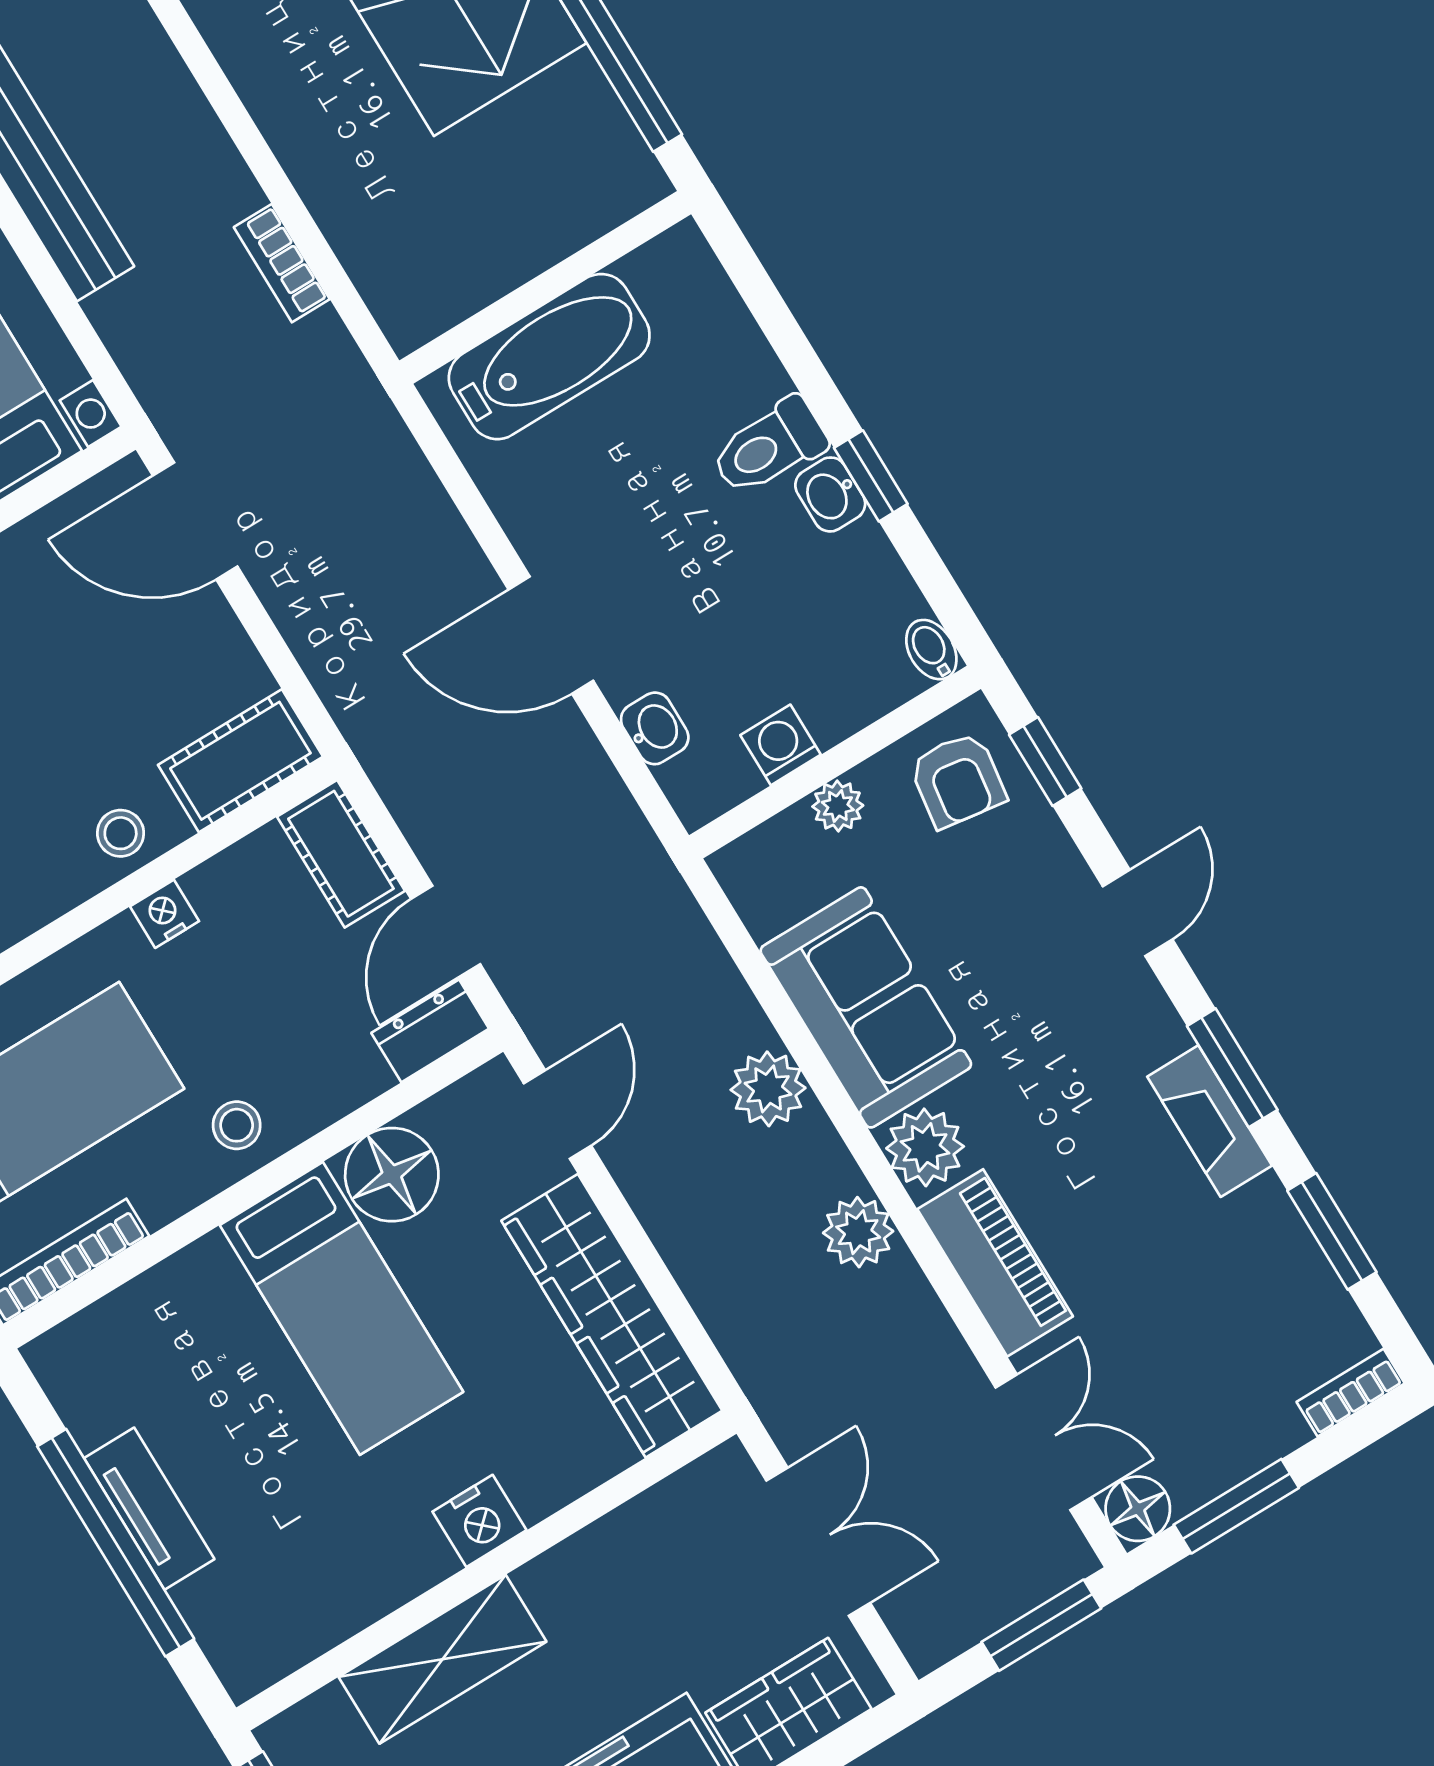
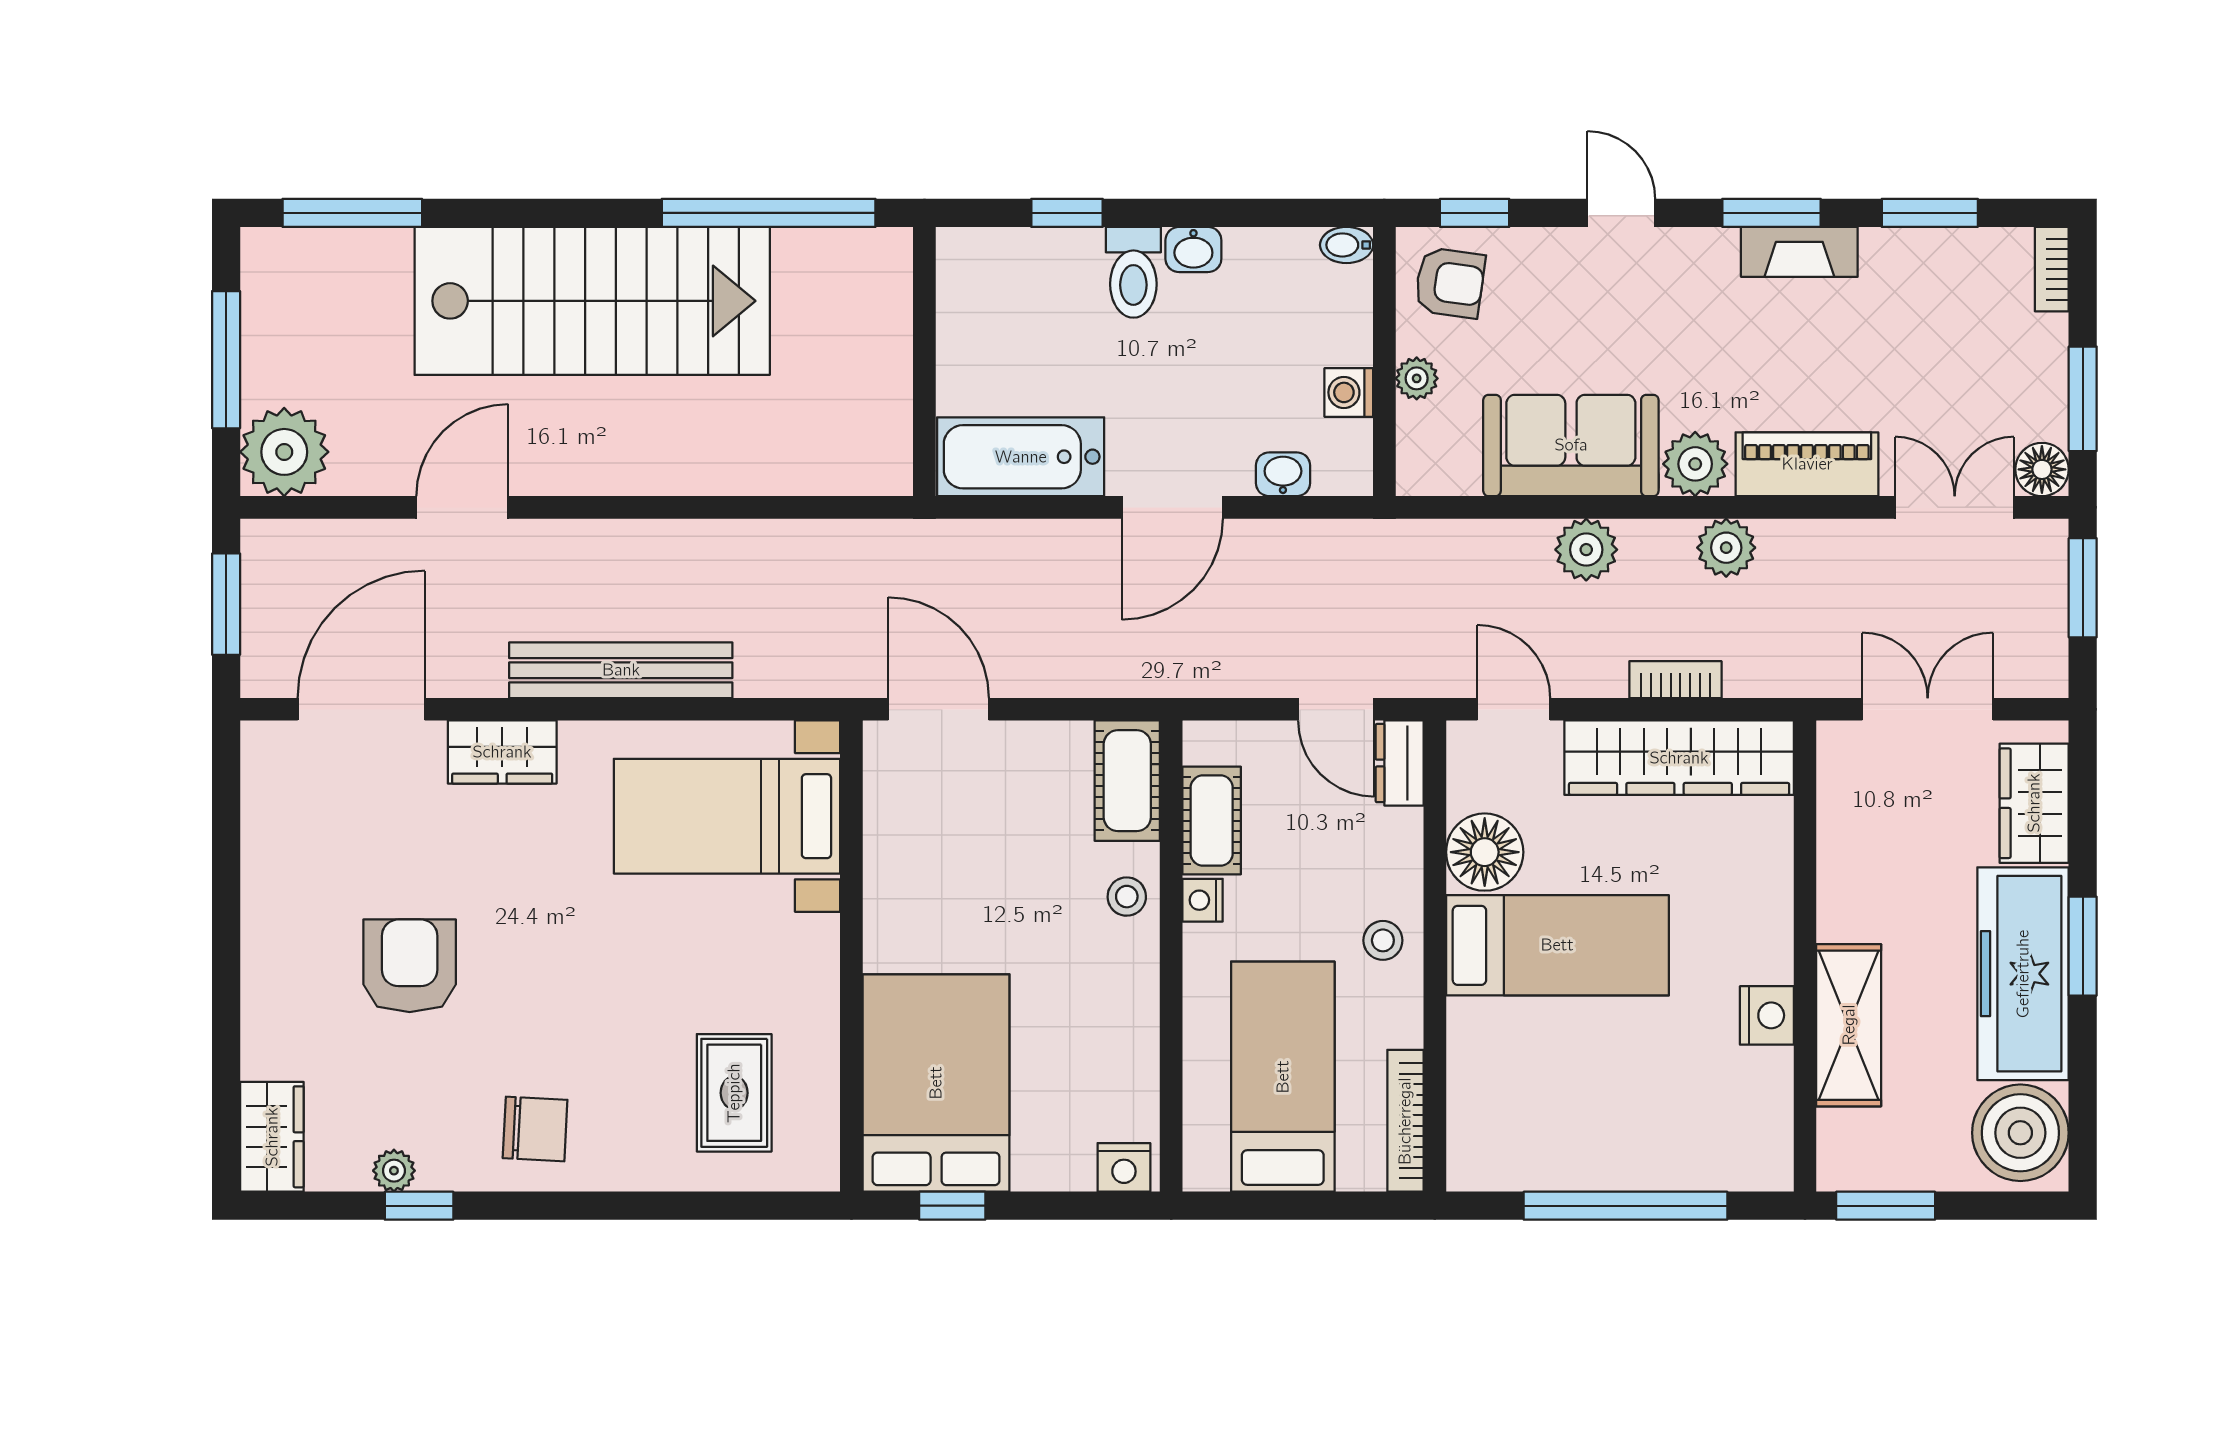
bookcase: (282, 263) -> (1675, 680), moved, turned 180
bathtub: (549, 357) -> (1021, 457), moved, turned -90
window: (871, 476) -> (1067, 213), moved
door: (195, 521) -> (938, 709), swing flipped
cot: (341, 854) -> (1212, 821), moved, turned 90
tv unit: (149, 1509) -> (1616, 1167), removed
nightstand: (479, 1521) -> (1767, 1015), moved

